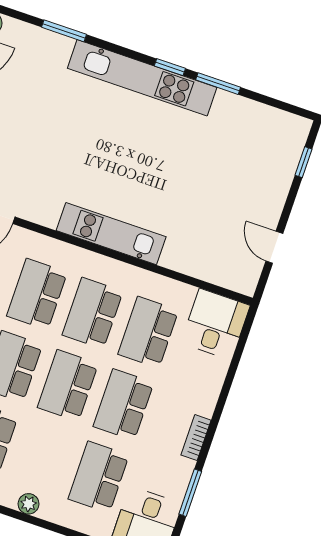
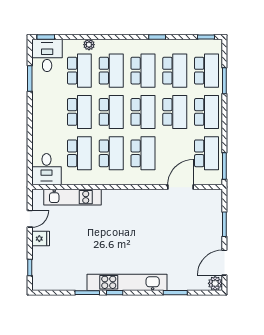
fridge: (267, 206) -> (41, 239), added
kitchen unit: (111, 234) -> (73, 197), moved
door: (274, 247) -> (30, 219), hinge flipped
bookcase: (196, 438) -> (37, 108), removed
school desk: (43, 458) -> (111, 71), added
plant: (29, 504) -> (89, 45), moved

